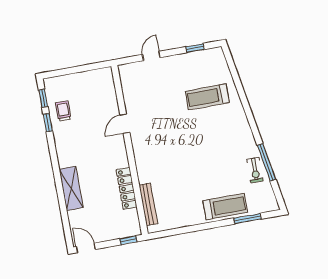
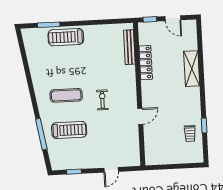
window: (43, 98) -> (205, 146), removed
exercise mat: (216, 137) -> (66, 95), added
window: (266, 162) -> (41, 134), moved
exercise bike: (255, 170) -> (102, 100), moved
door: (86, 248) -> (173, 18), moved

